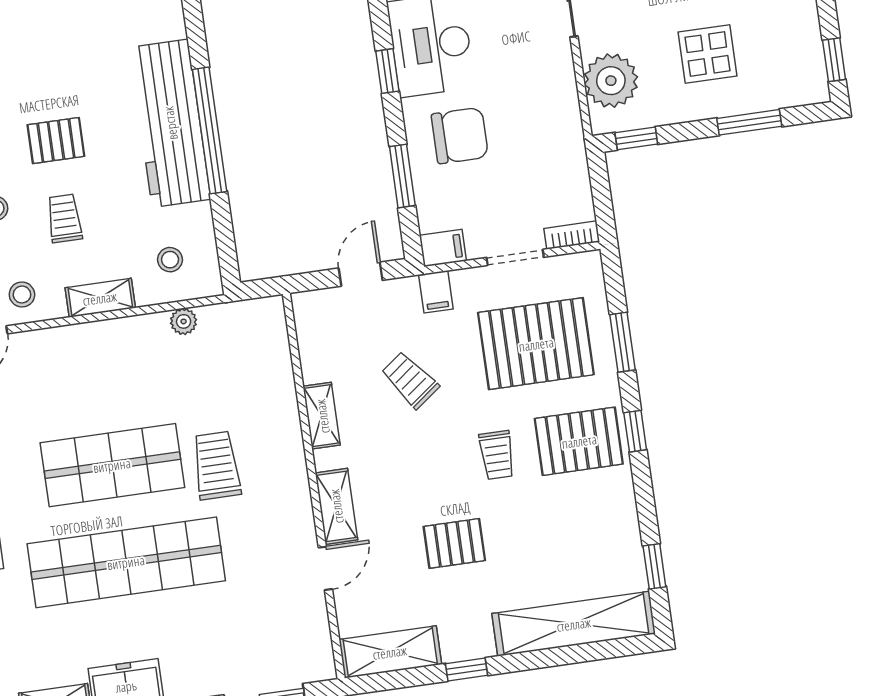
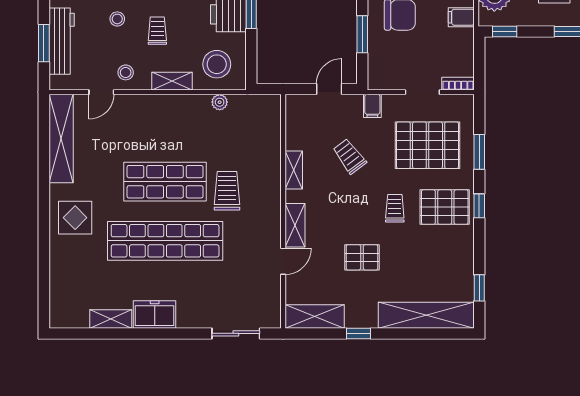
filing cabinet: (443, 248) -> (461, 17), moved, turned 180
stool: (170, 260) -> (217, 64), width x1.89, depth x1.89
trolley: (497, 455) -> (395, 208), turned 180

